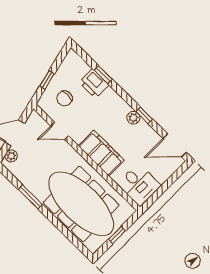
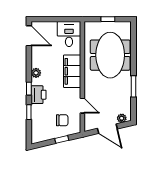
printer: (94, 84) -> (39, 95), moved
window: (144, 115) -> (29, 89), moved
meeting table: (81, 204) -> (110, 55), width x0.73

